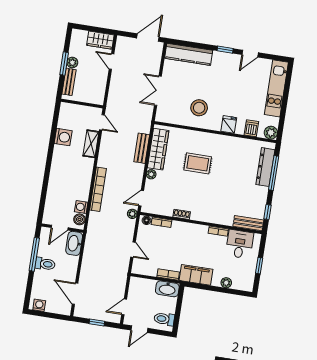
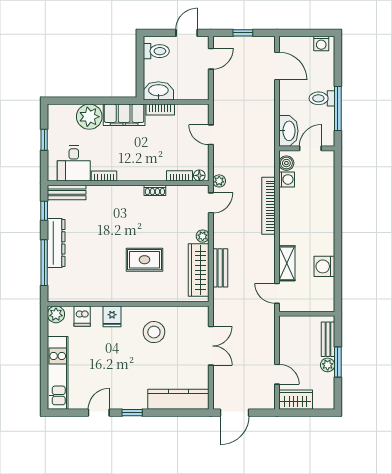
dresser: (265, 167) -> (56, 243), moved
plant: (226, 283) -> (89, 117), width x1.87, depth x1.87

